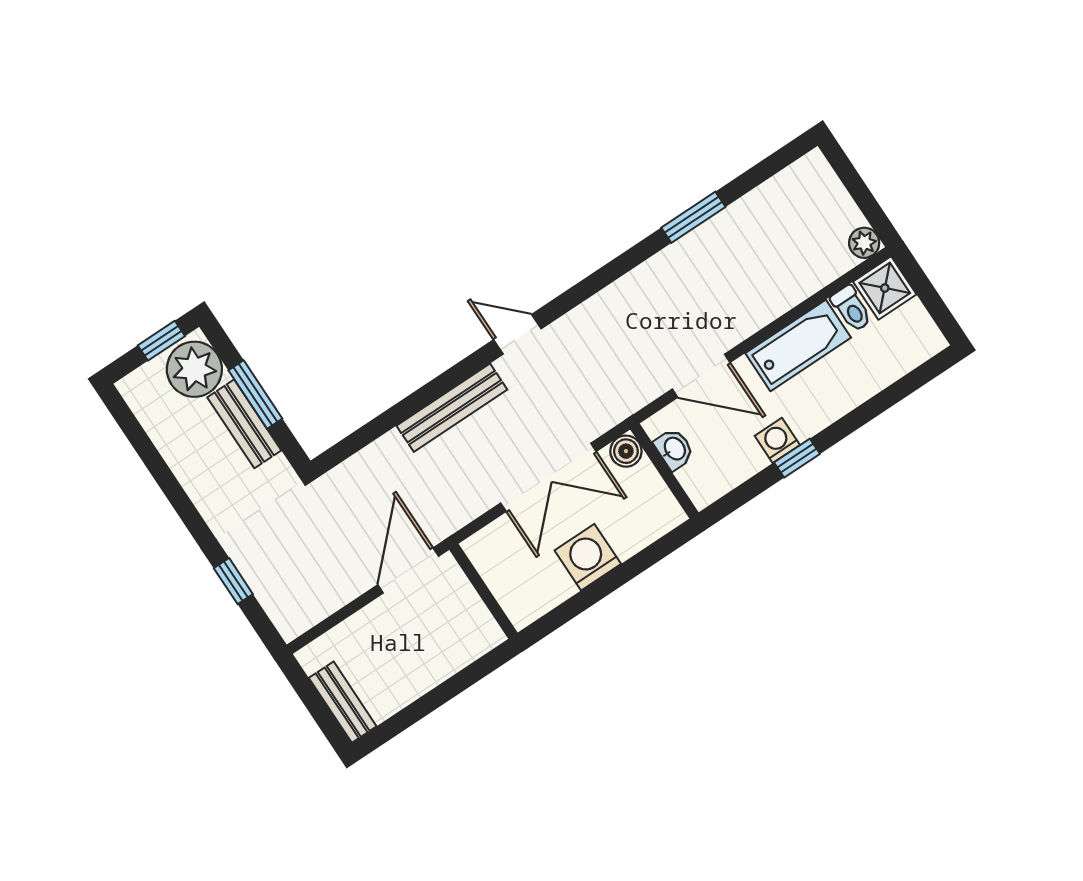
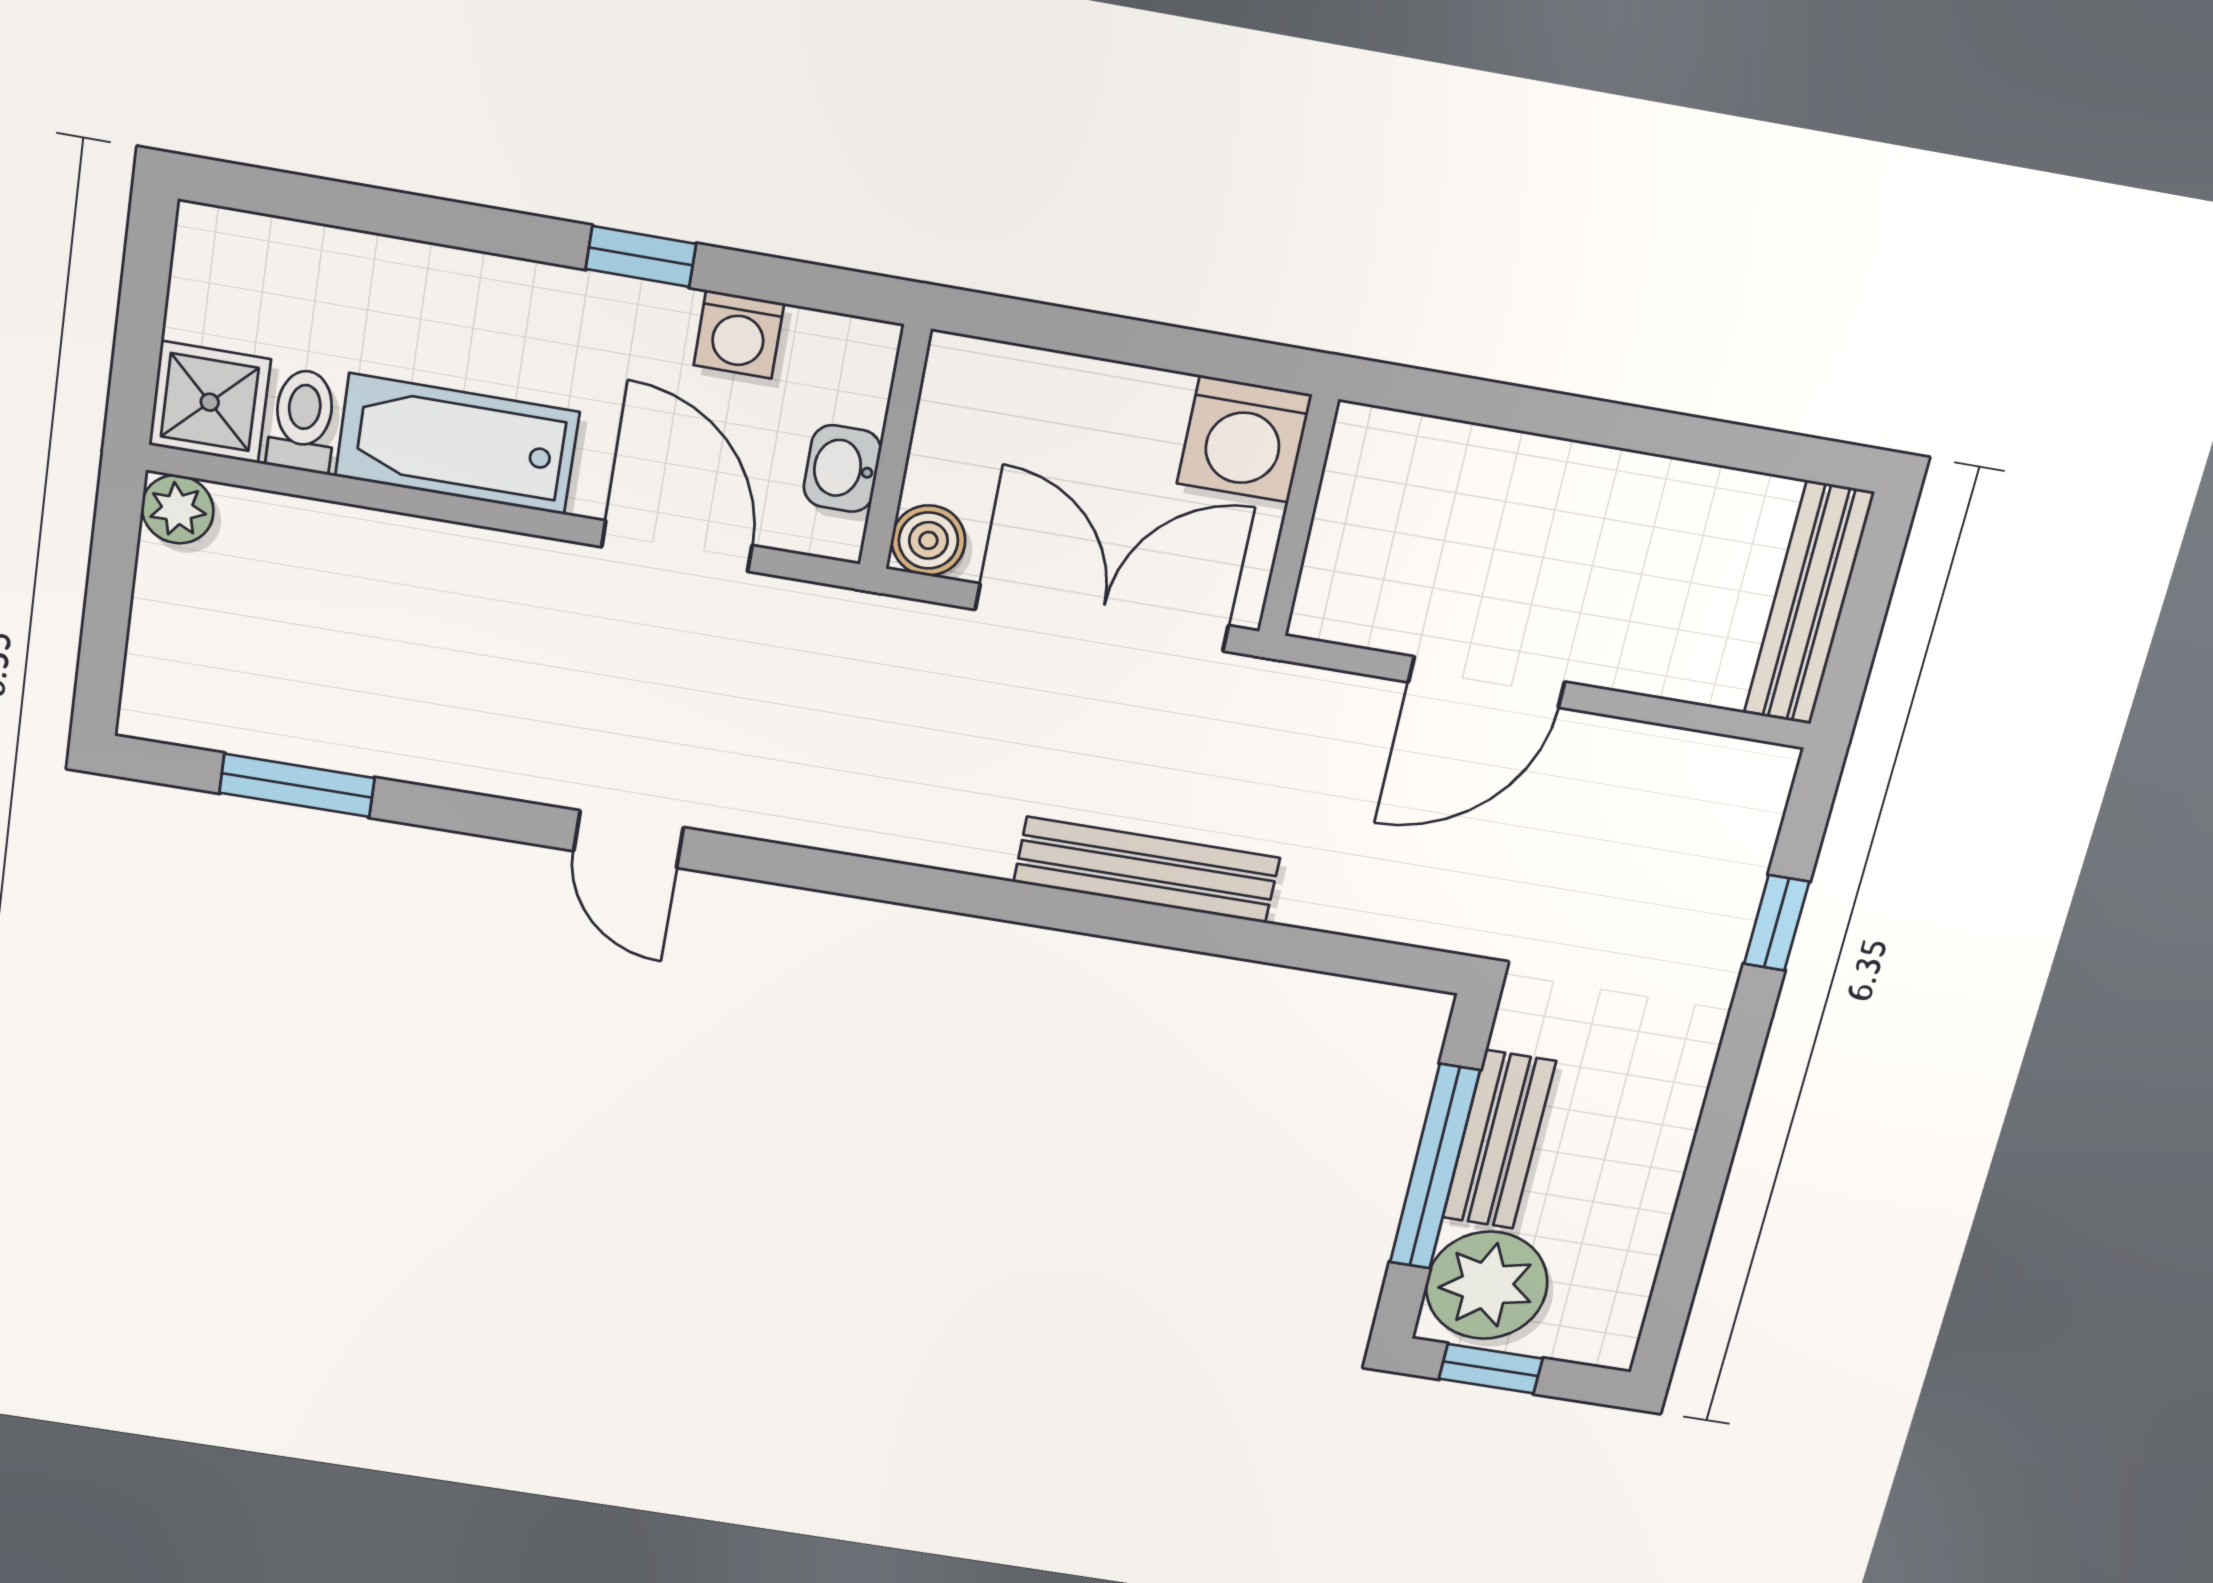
window: (693, 217) -> (297, 785), moved
door: (517, 334) -> (628, 839), moved
window: (255, 394) -> (1435, 1167), width x1.44
washing machine: (777, 440) -> (739, 334), moved
washing machine: (588, 557) -> (1244, 439), moved
wall: (483, 591) -> (1298, 516), moved
bench: (343, 702) -> (1809, 603), width x1.36

